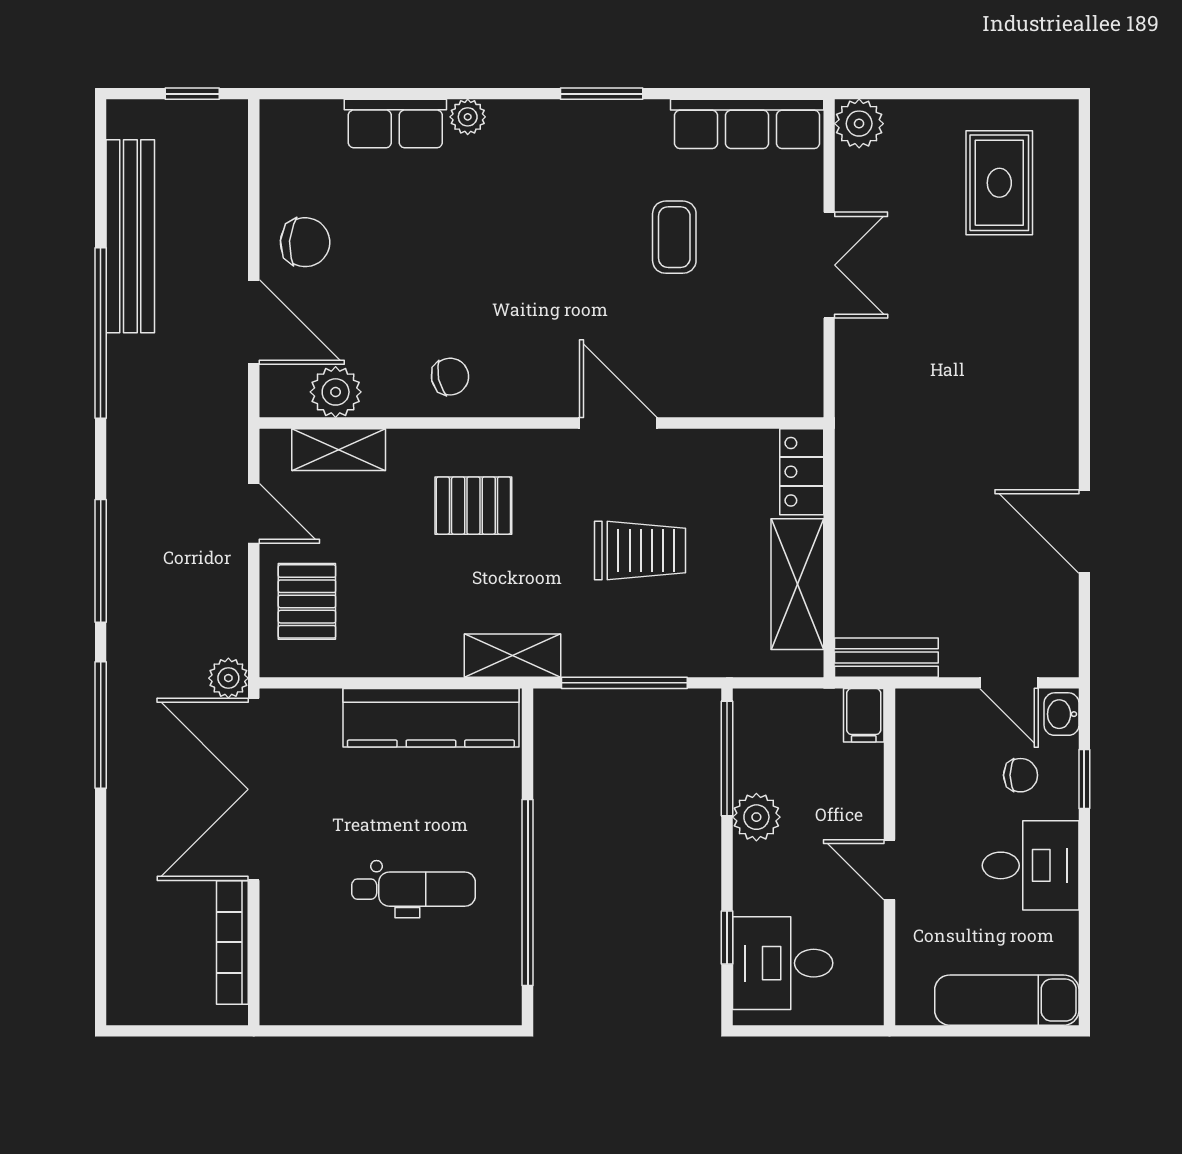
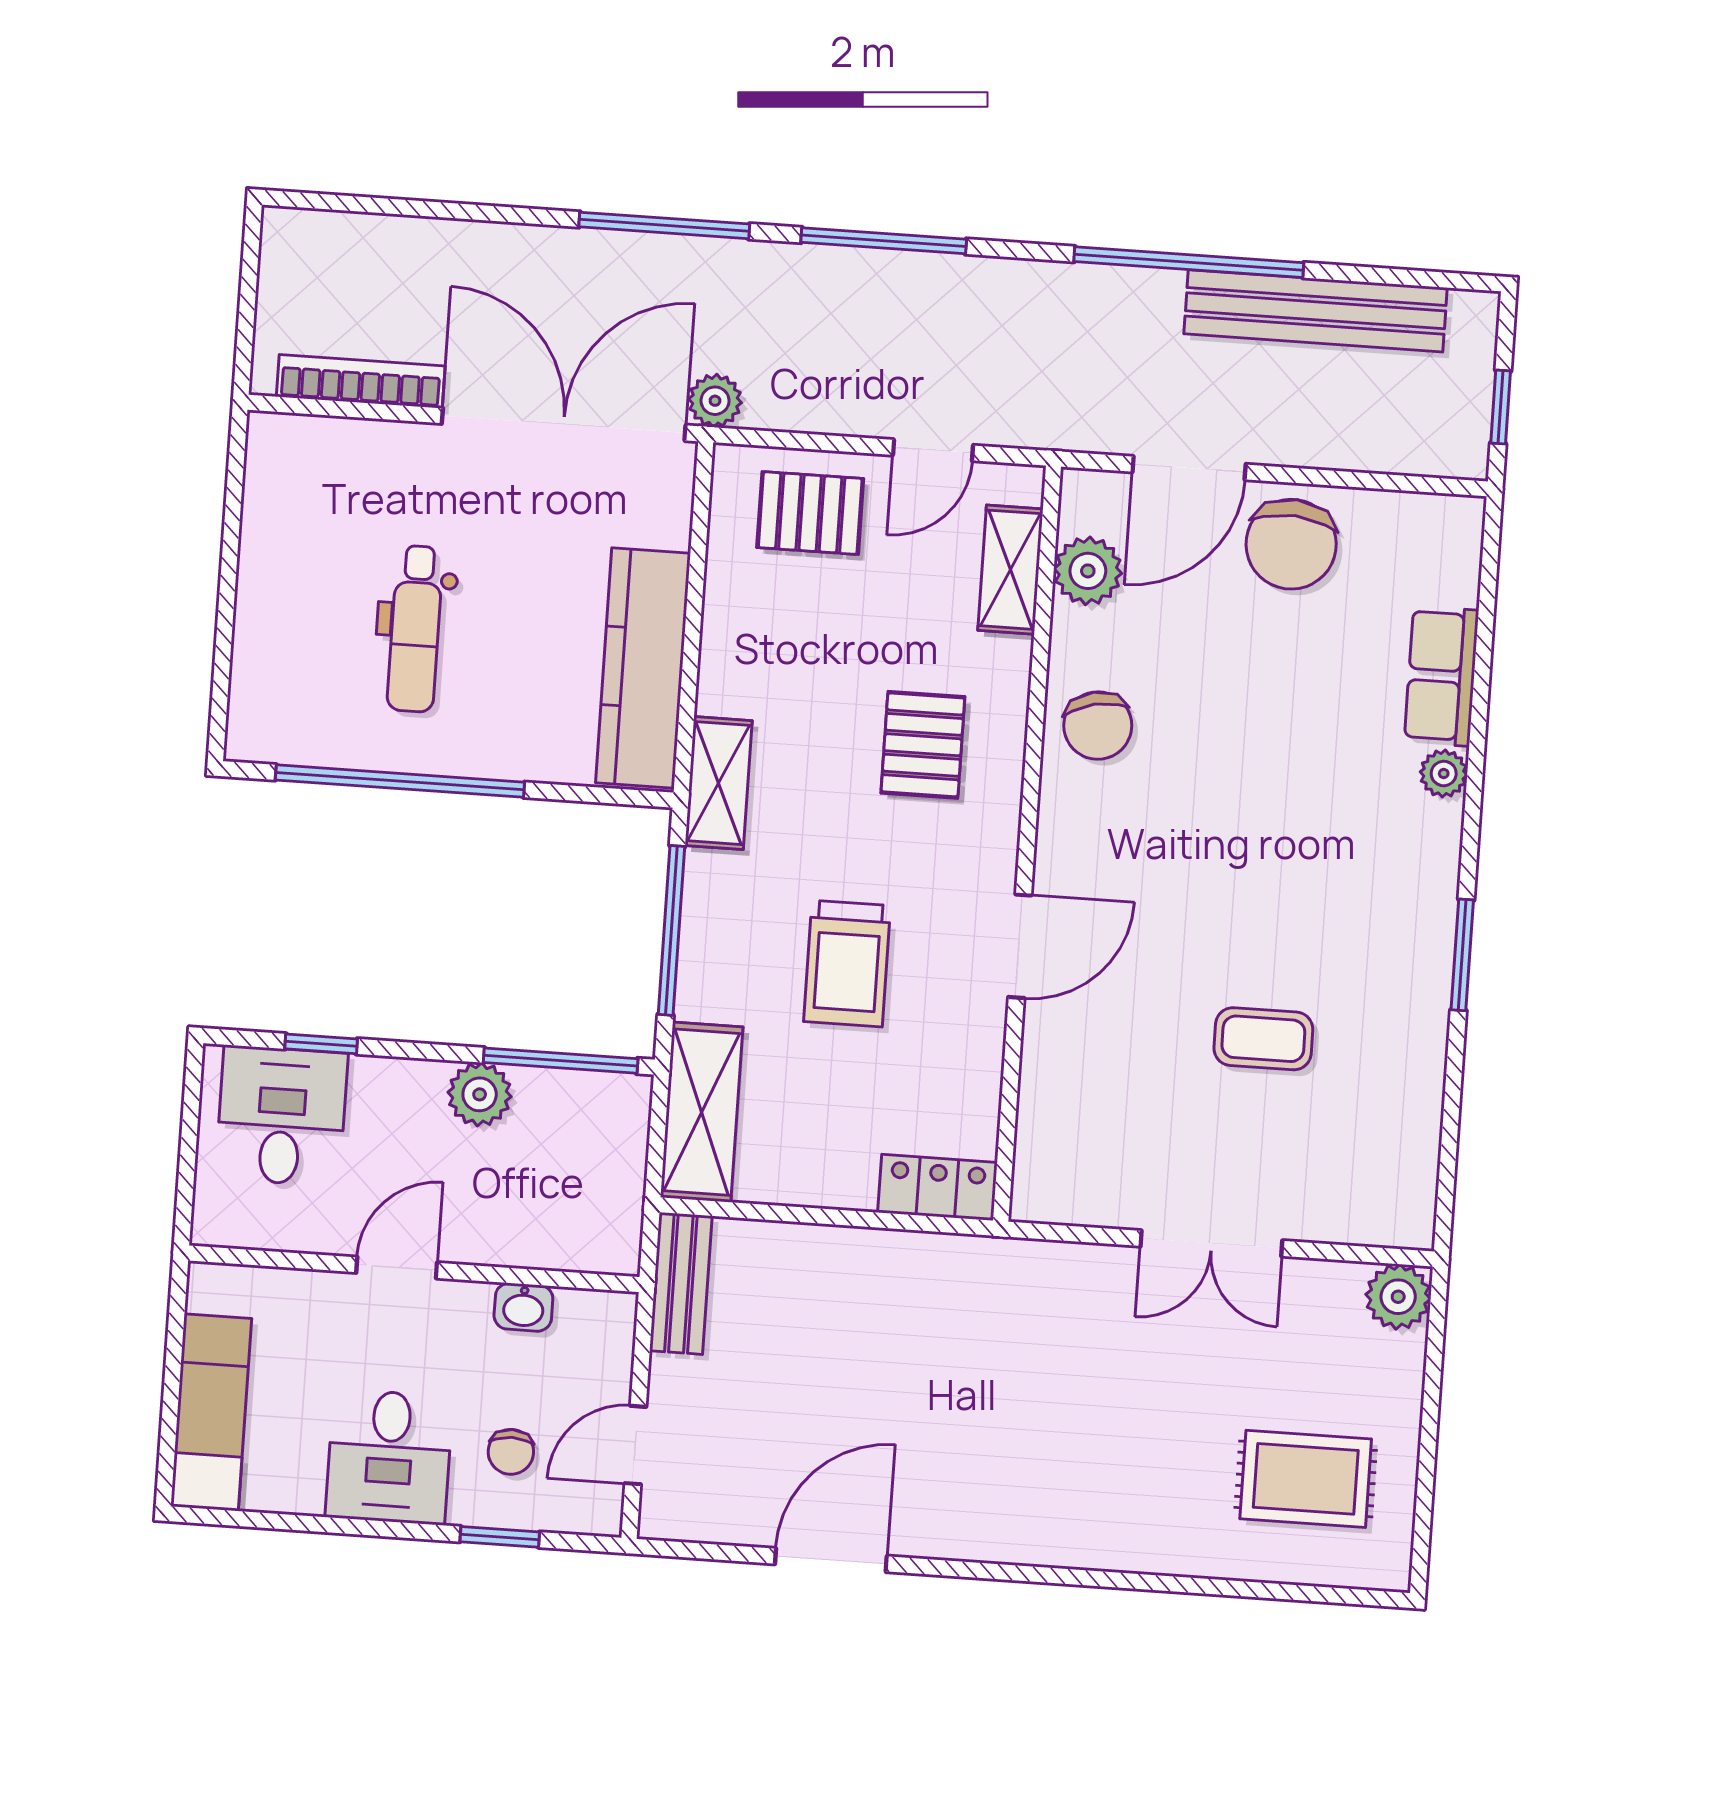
row of seats: (747, 124) -> (1408, 1147), removed
chair: (305, 242) -> (1291, 544), width x1.37, depth x1.37
chair: (450, 377) -> (1098, 726), width x1.37, depth x1.37
shelving: (797, 584) -> (702, 1112), moved, turned 90
washbasin: (1061, 714) -> (523, 1307), moved, turned 180
filing cabinet: (864, 715) -> (606, 1248), removed

